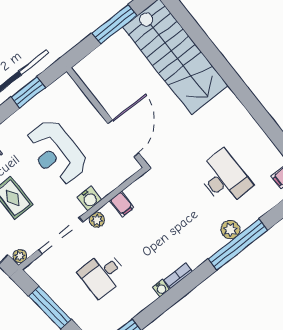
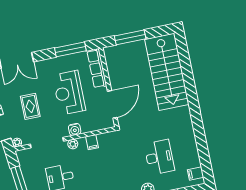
window: (114, 24) -> (130, 37), moved
window: (28, 92) -> (70, 49), width x1.44
row of seats: (78, 100) -> (97, 68), added

